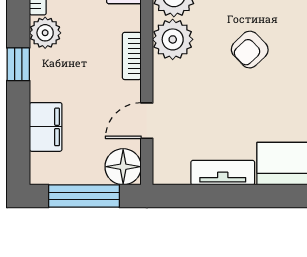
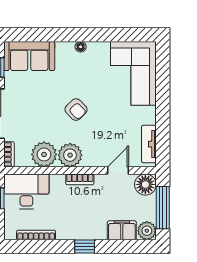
plant: (45, 33) -> (147, 231), moved
door: (147, 121) -> (118, 170), swing flipped
tv unit: (223, 173) -> (149, 144), moved

